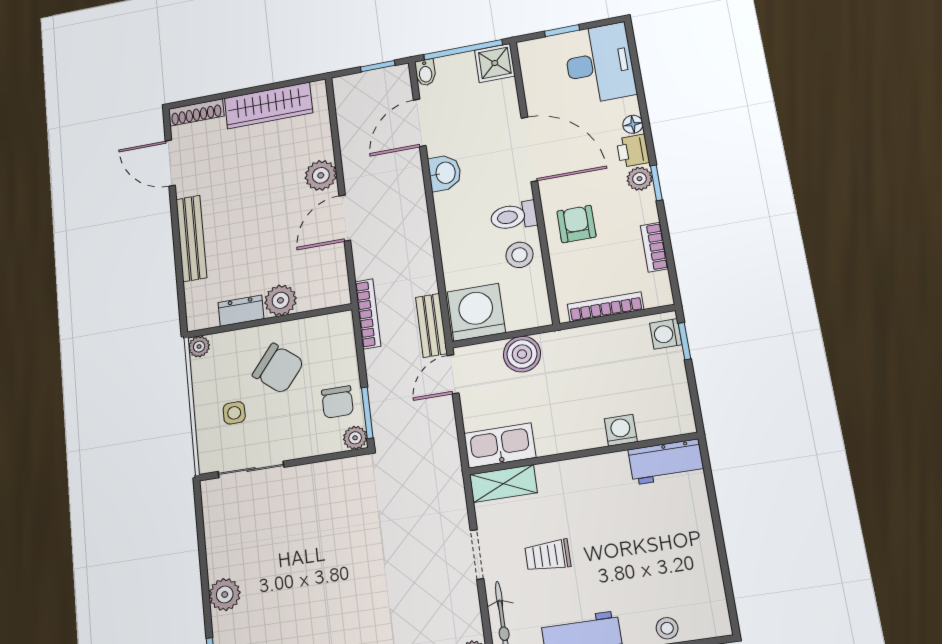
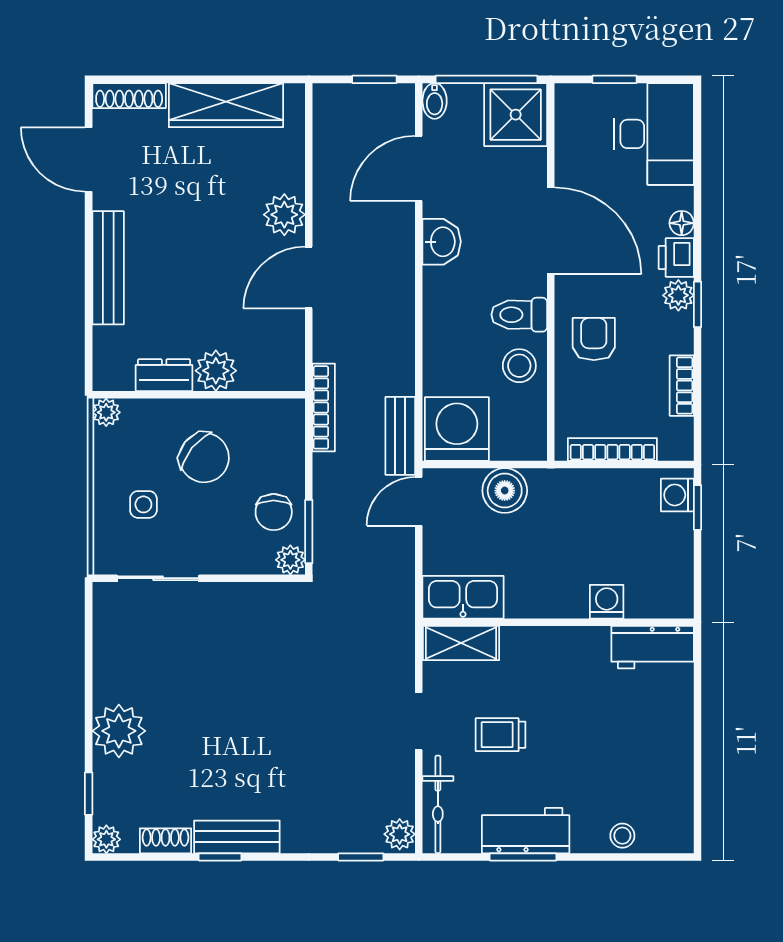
shower: (495, 63) -> (516, 115), width x1.36, depth x1.36
plant: (225, 594) -> (119, 731), width x1.36, depth x1.36

